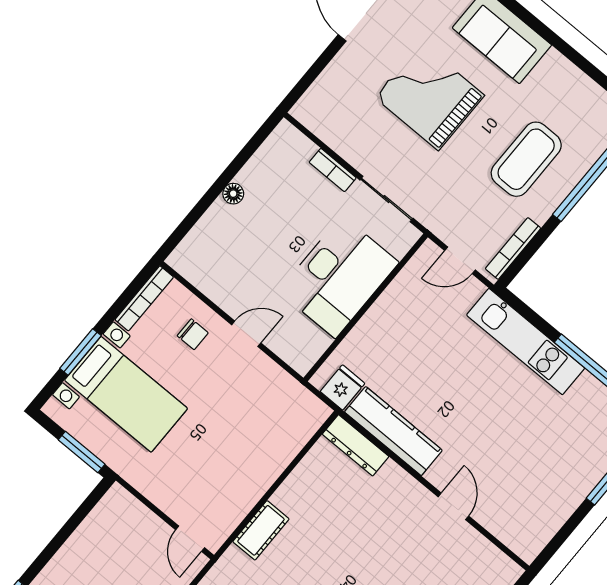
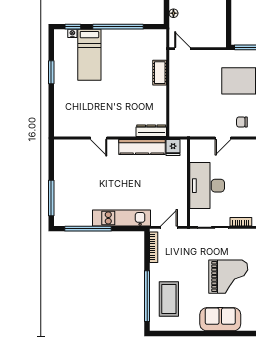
coffee table: (526, 159) -> (169, 299), moved

